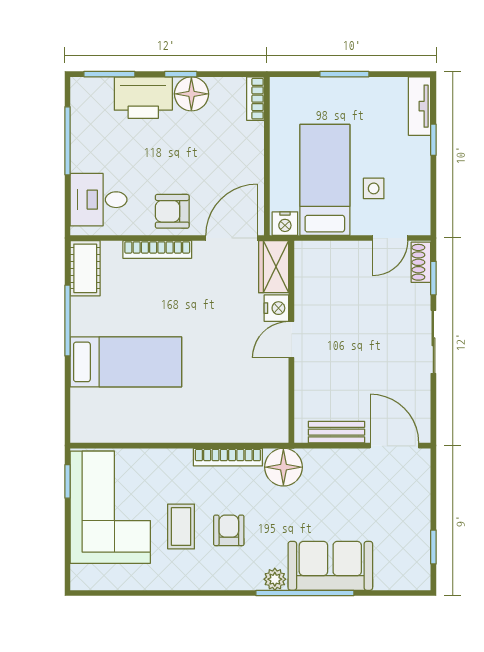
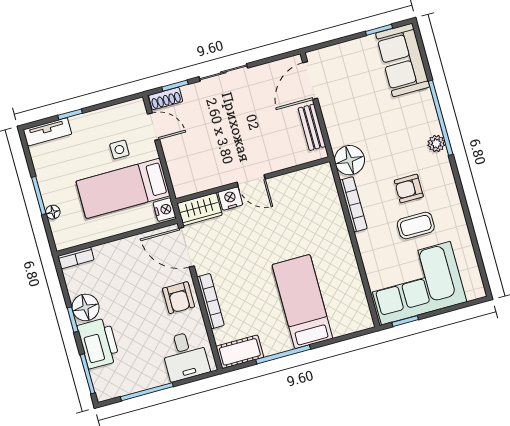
floor lamp: (319, 86) -> (53, 212), added
sofa: (330, 566) -> (403, 60), moved

